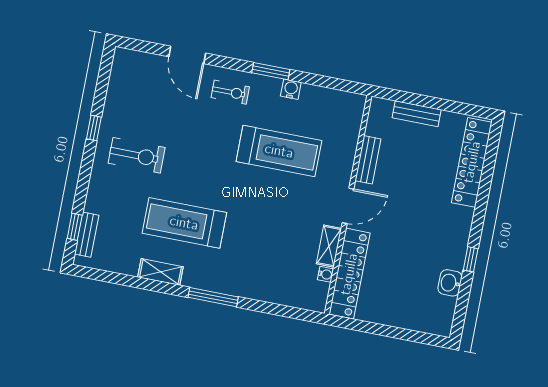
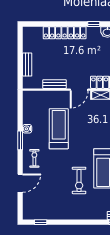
window: (94, 128) -> (41, 222), moved
exercise bike: (137, 155) -> (79, 180), moved, turned 180
locker: (472, 162) -> (65, 33), moved
door: (348, 206) -> (79, 90), swing flipped

